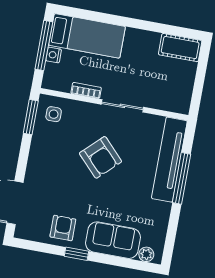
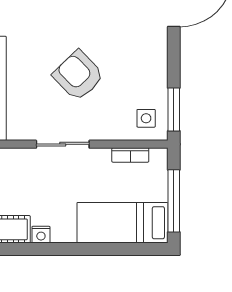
nightstand: (54, 55) -> (41, 235), moved, turned 90
bookcase: (86, 90) -> (130, 155), moved

